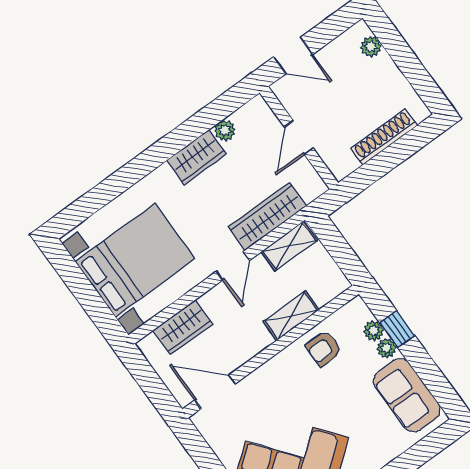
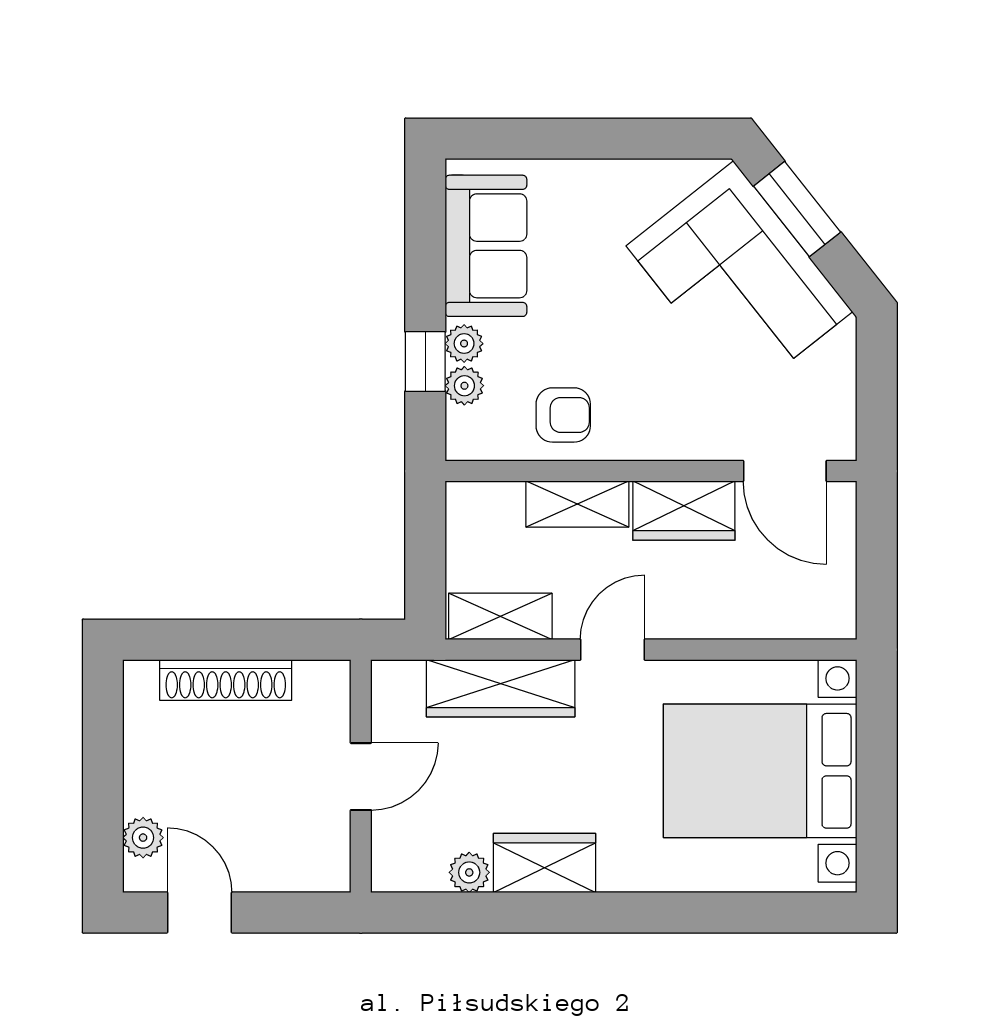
door: (293, 56) -> (200, 913), moved
wardrobe: (183, 327) -> (684, 511), moved, turned 180

